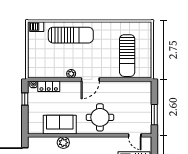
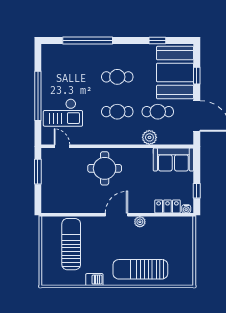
barbecue: (37, 27) -> (94, 280), moved
sofa: (60, 125) -> (173, 159), moved

